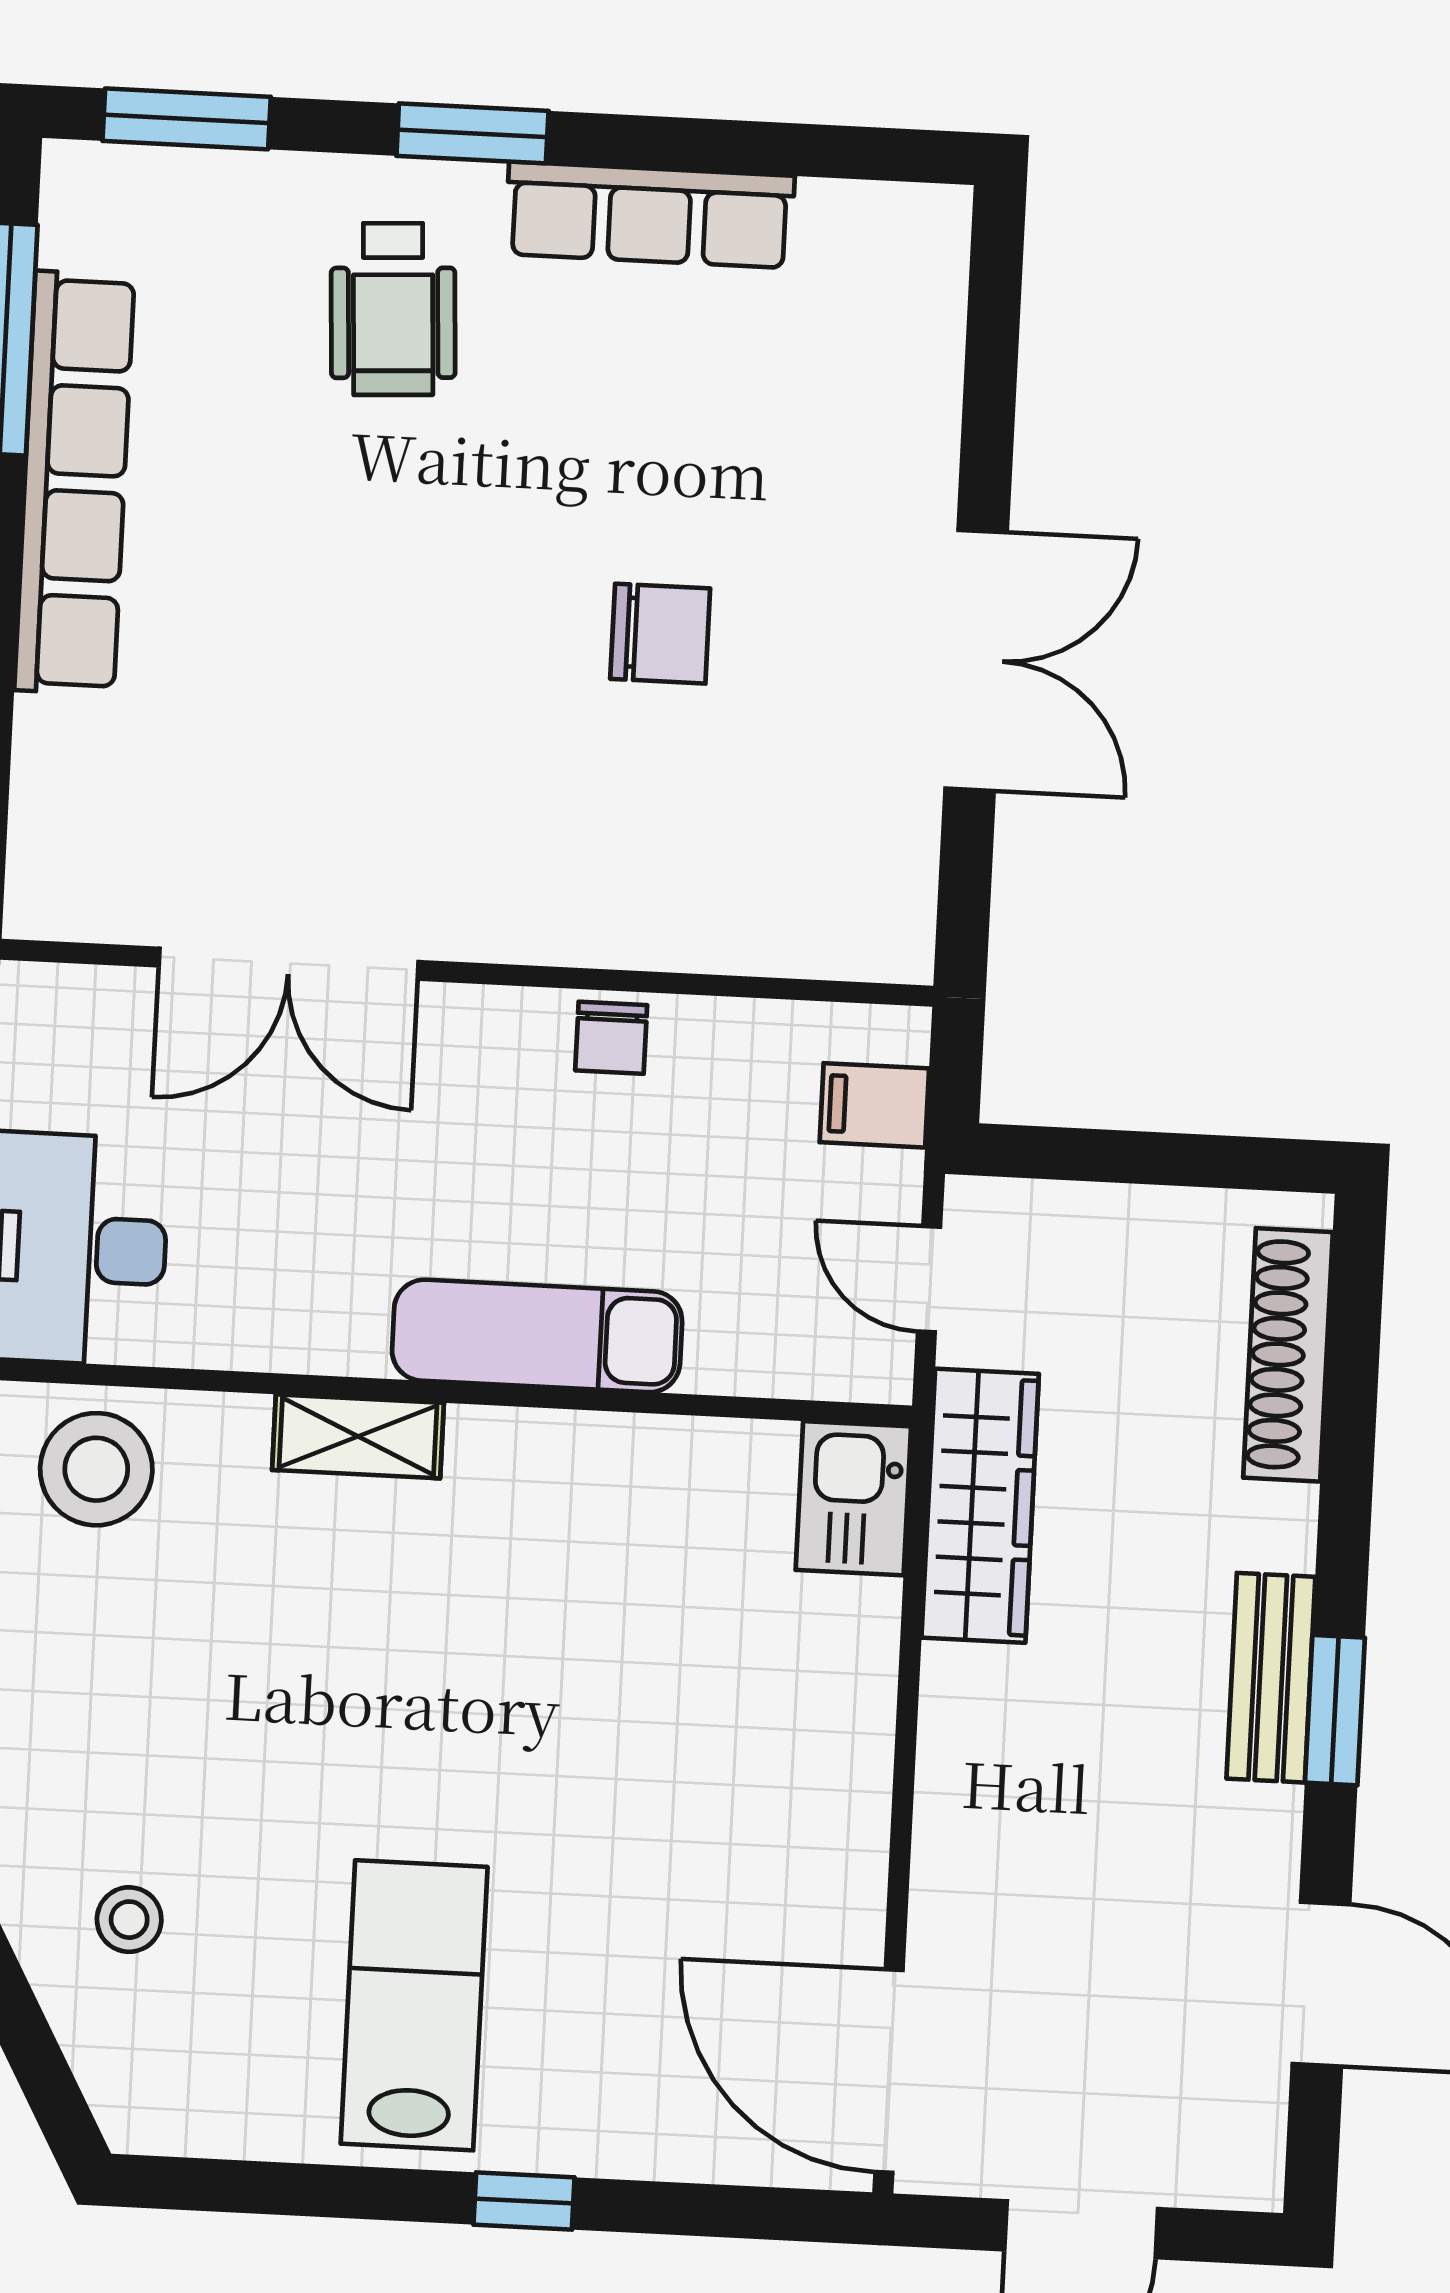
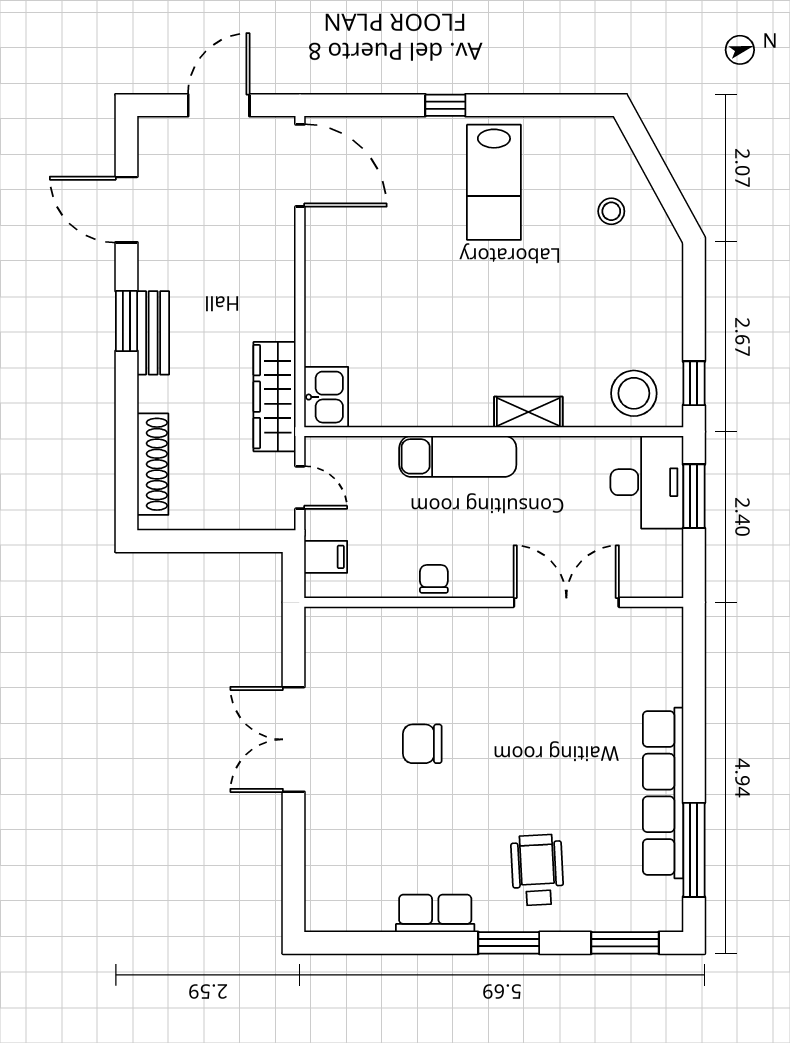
row of seats: (650, 215) -> (435, 913), width x0.68

